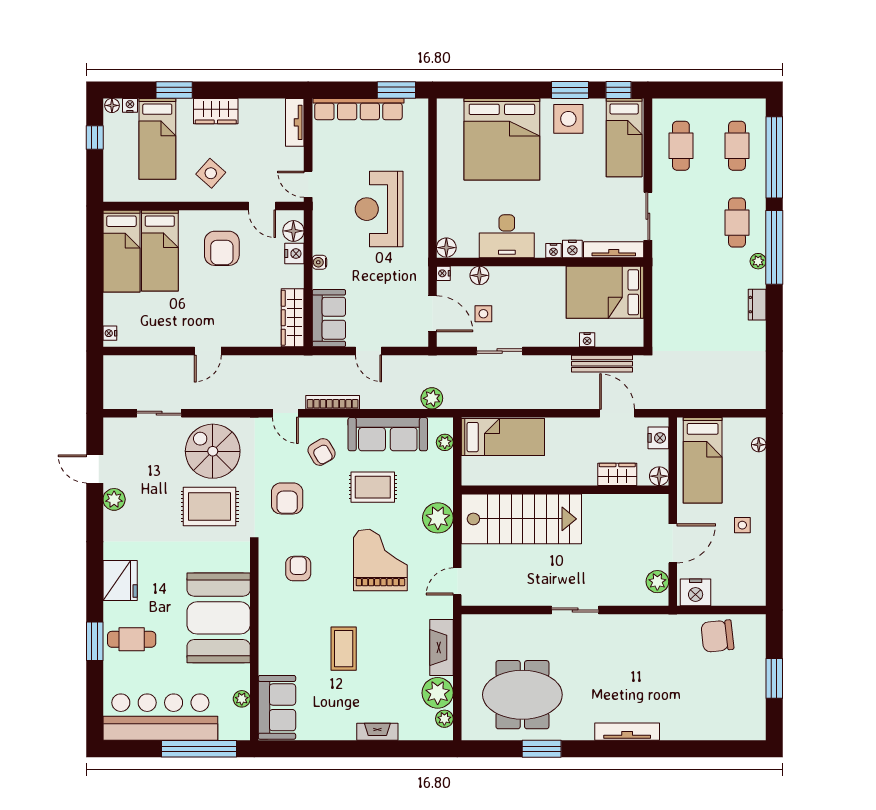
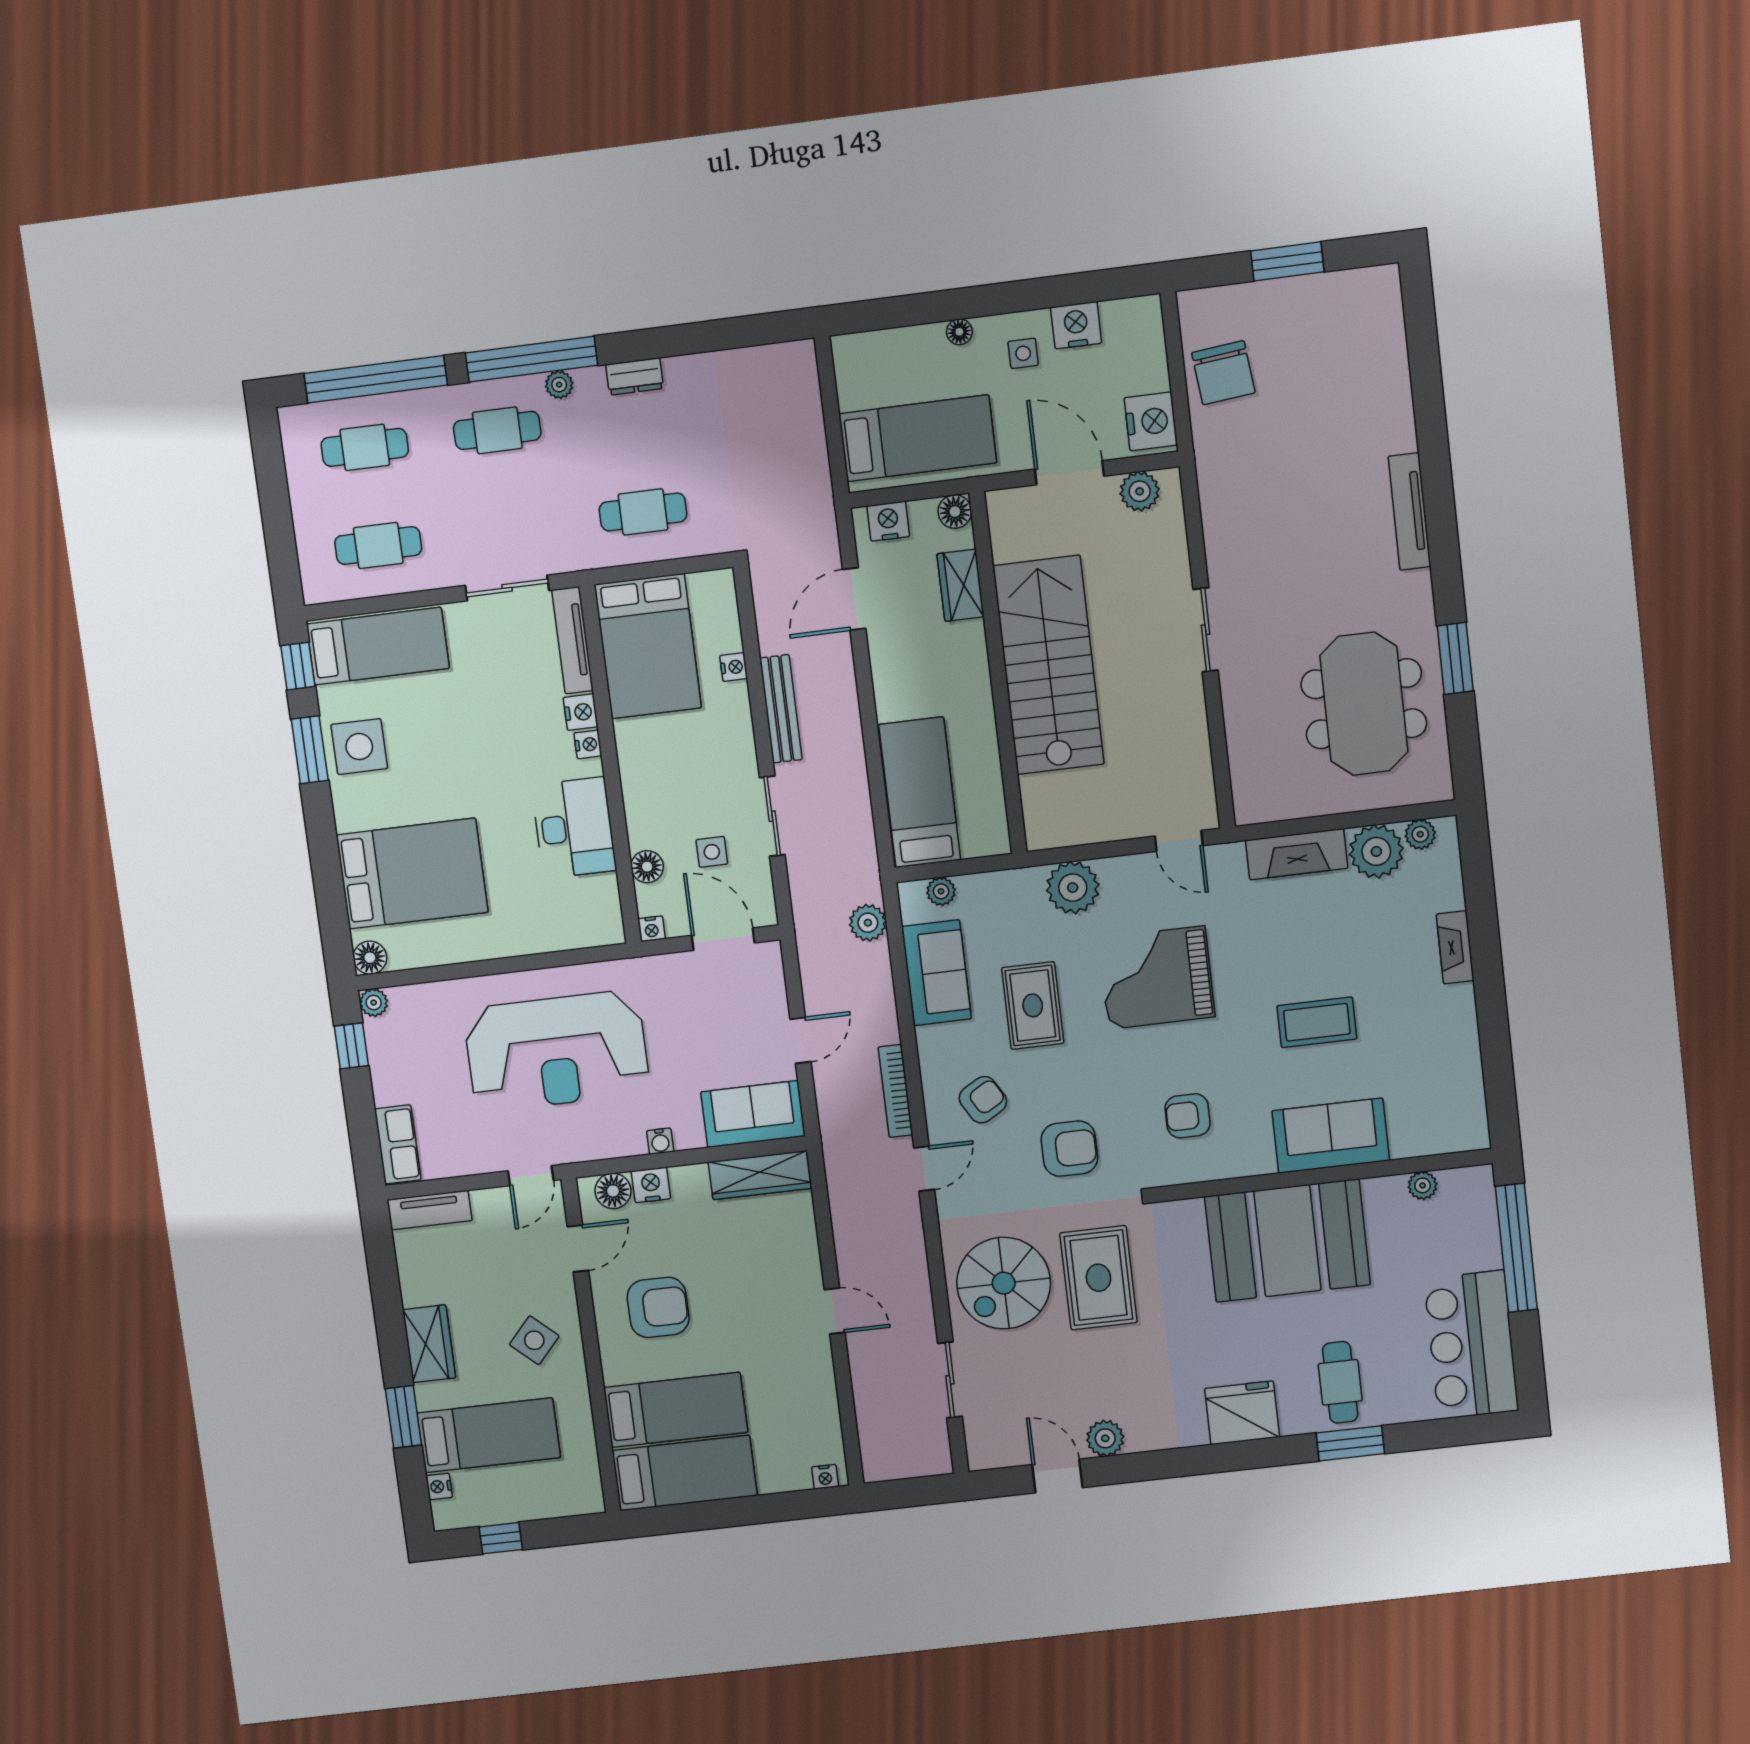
window: (396, 90) -> (351, 1046), width x0.67
floor lamp: (112, 105) -> (444, 1516), removed
plant: (420, 107) -> (374, 1003), added
row of seats: (358, 109) -> (398, 1144), width x0.50
bed: (502, 139) -> (412, 874), width x0.73
reception desk: (379, 209) -> (557, 1051), width x1.36, depth x1.30
floor lamp: (446, 248) -> (370, 958), moved
cafe table: (681, 299) -> (643, 512), added
door: (432, 314) -> (723, 939), hinge flipped
bench: (602, 364) -> (781, 709), moved
sofa: (388, 434) -> (937, 973), width x0.73
floor lamp: (759, 445) -> (959, 332), moved
door: (95, 469) -> (1057, 1476), swing flipped
stairs: (521, 519) -> (1049, 665), moved
nightstand: (754, 557) -> (1076, 325), added
sofa: (277, 707) -> (1331, 1136), moved
bar counter: (160, 717) -> (1471, 1345), width x0.73

